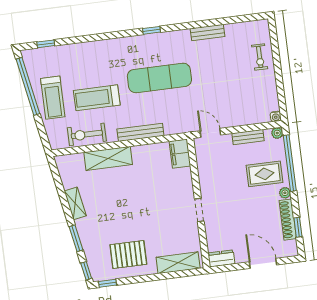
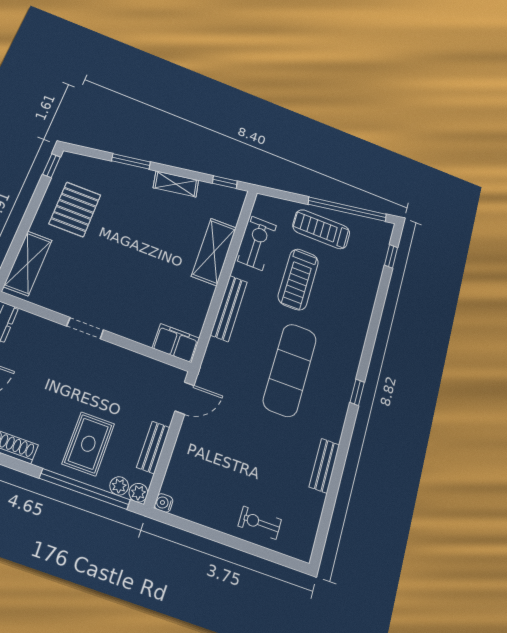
treadmill: (97, 98) -> (298, 279), turned 180
plant: (285, 193) -> (119, 486), moved
window: (86, 271) -> (225, 182), moved

